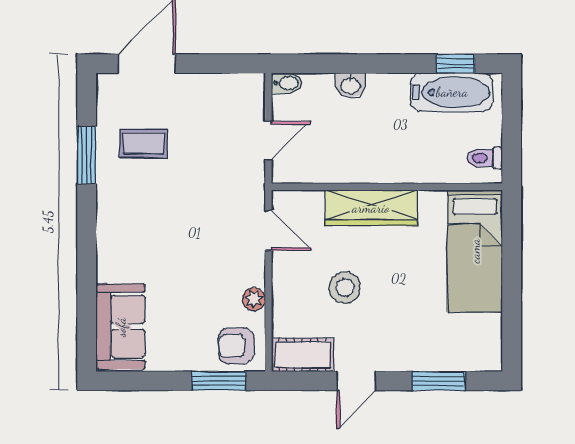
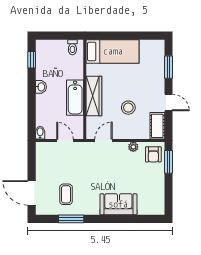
washbasin: (350, 85) -> (41, 87), moved
bathtub: (452, 92) -> (75, 98), moved, turned 180
sofa: (121, 327) -> (118, 204), moved

